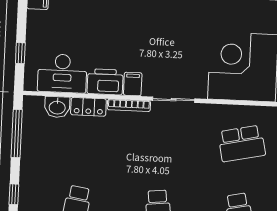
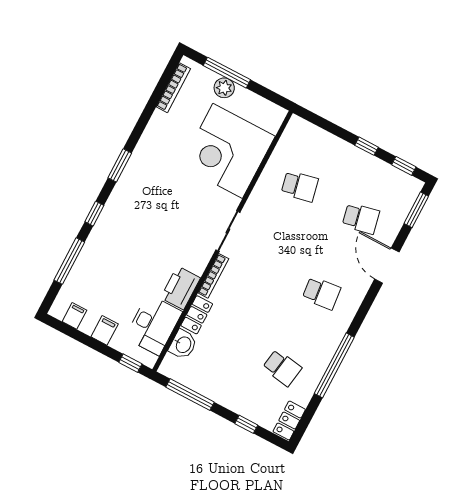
window: (20, 53) -> (130, 363), moved
filing cabinet: (133, 84) -> (105, 330), moved, turned 90
school desk: (242, 143) -> (300, 186), width x0.54

